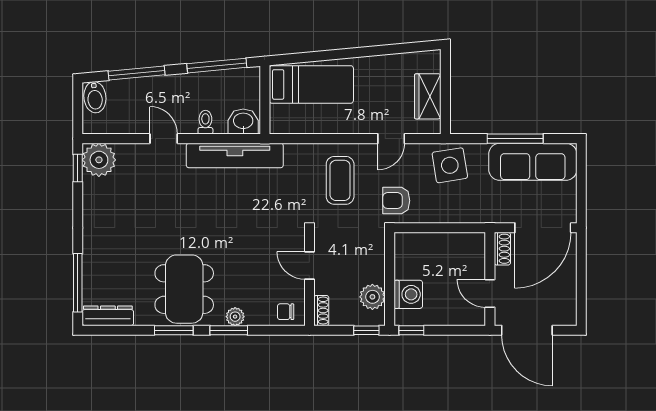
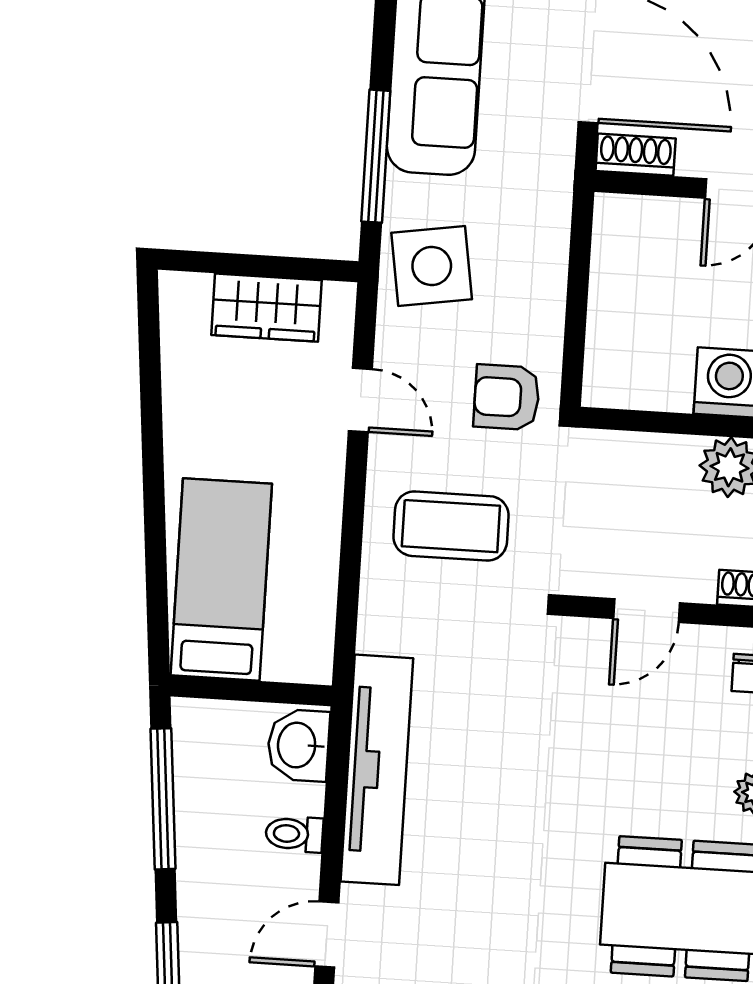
window: (515, 139) -> (376, 156), moved
armchair: (396, 201) -> (507, 397), turned 90

